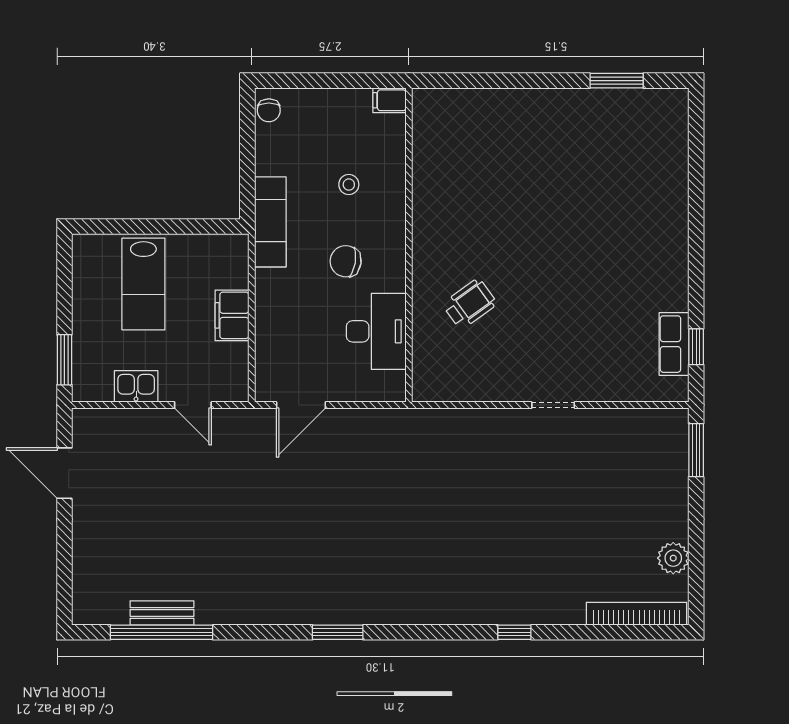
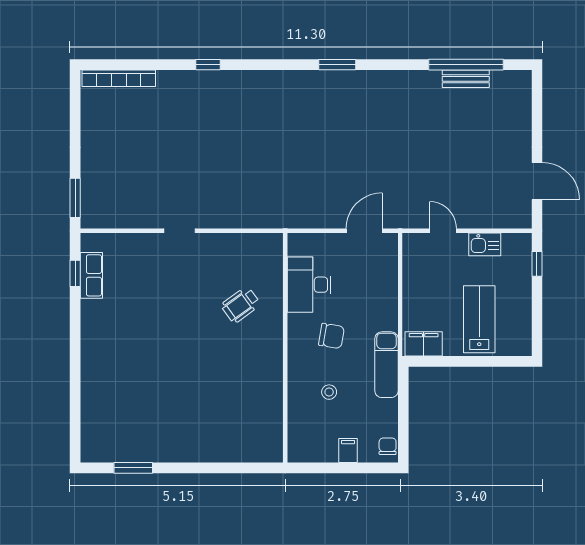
filing cabinet: (389, 100) -> (348, 451), moved, turned -90
filing cabinet: (232, 315) -> (424, 344), moved, turned -90
window: (64, 360) -> (537, 264), width x0.67
plant: (673, 558) -> (92, 119), removed

